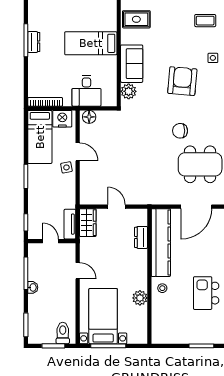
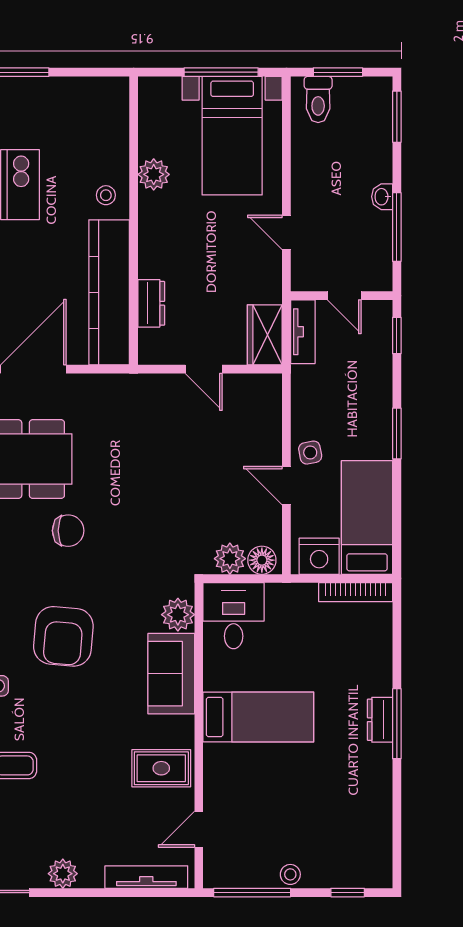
desk: (86, 91) -> (234, 616), moved
plant: (104, 118) -> (230, 559), added

